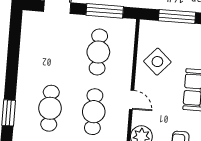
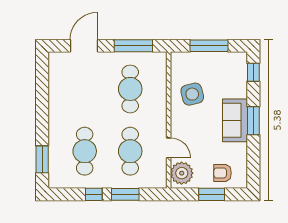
side table: (157, 62) -> (192, 94), turned 34
door: (132, 100) -> (169, 148), moved

